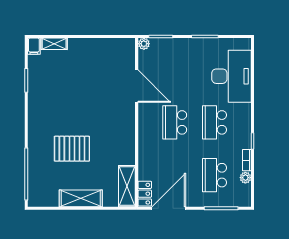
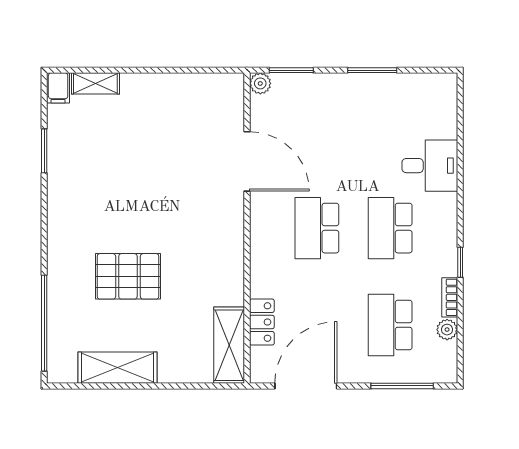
desk: (232, 76) -> (430, 166), width x0.53, depth x0.77
locker: (145, 194) -> (262, 322), moved
shelving: (81, 198) -> (118, 368), moved

